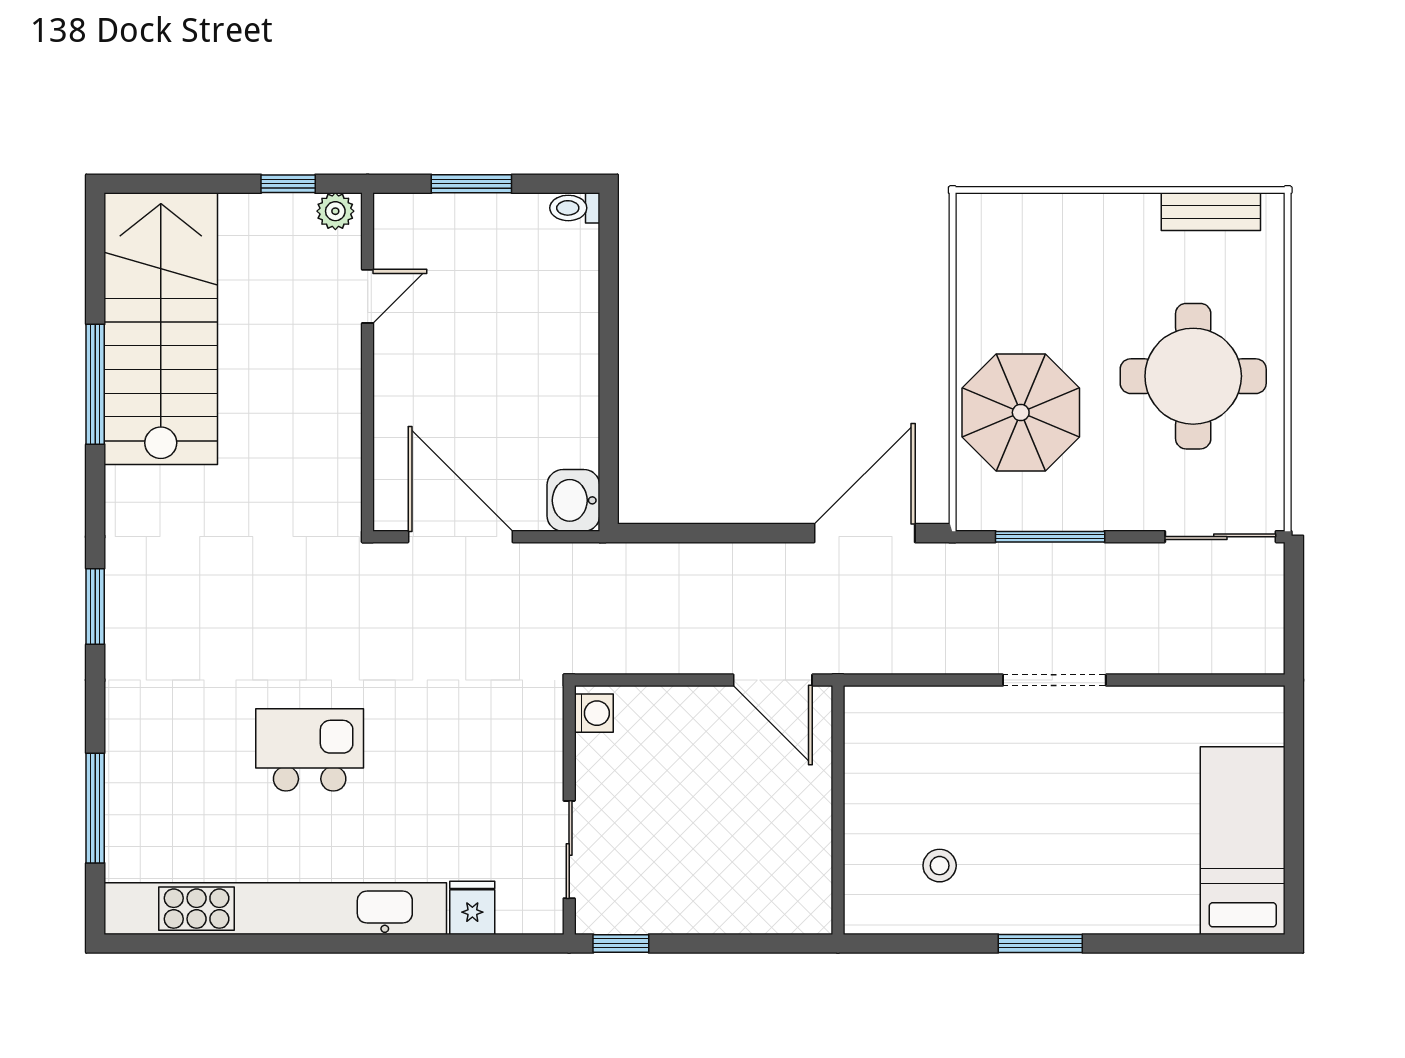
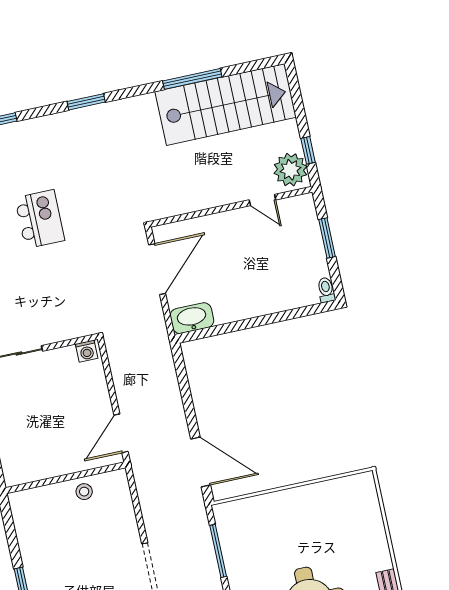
plant: (335, 211) -> (290, 170), width x1.88, depth x1.88
parasol: (1021, 413) -> (274, 524), removed
washbasin: (573, 500) -> (192, 318), width x1.38
stool: (940, 866) -> (84, 492), moved

